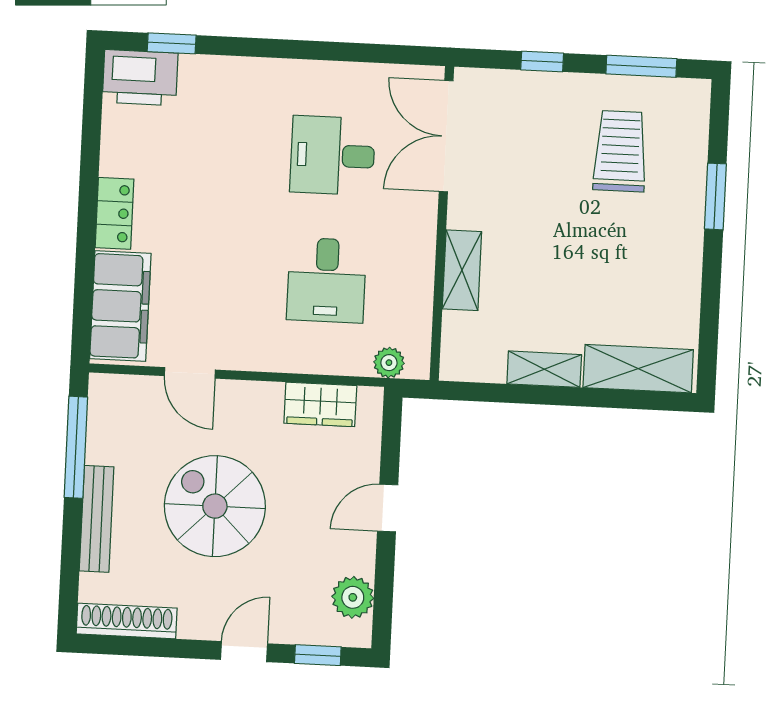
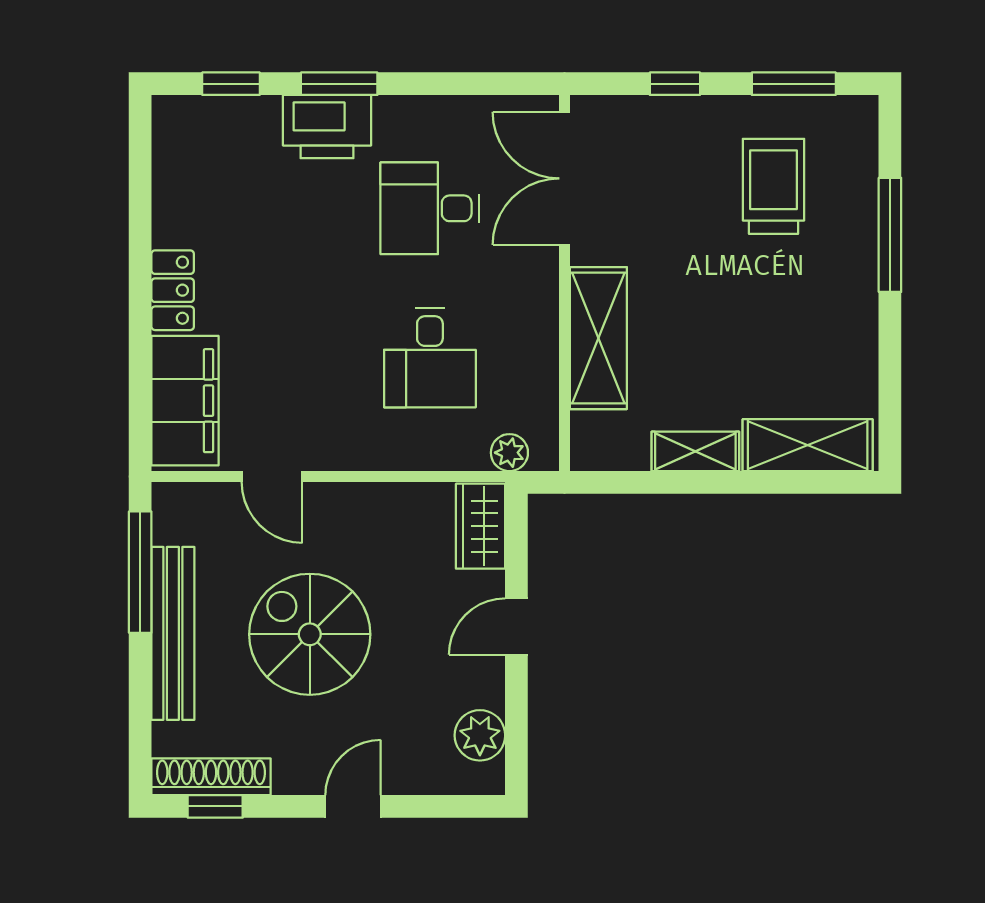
window: (262, 48) -> (339, 84), added
printer: (140, 78) -> (327, 127), moved
window: (715, 196) -> (890, 235), width x1.44
shelving: (462, 270) -> (598, 338), width x1.50, depth x1.33
wardrobe: (320, 404) -> (481, 526), moved, turned 90
bench: (97, 519) -> (173, 633), width x1.37, depth x1.21
window: (318, 655) -> (215, 806), moved

